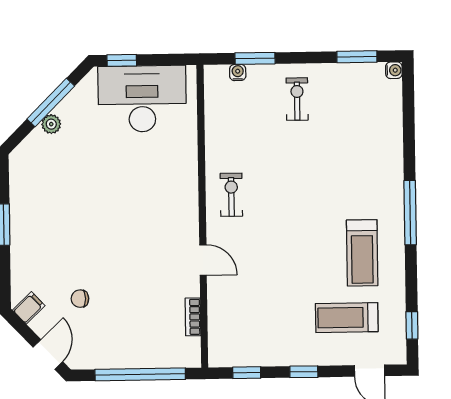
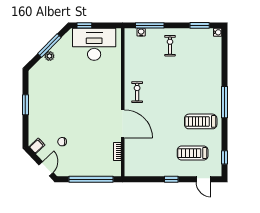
window: (255, 58) -> (150, 25), width x1.44
treadmill: (362, 253) -> (201, 121), turned 90
door: (203, 260) -> (123, 124), width x1.88
window: (247, 373) -> (143, 179), removed

